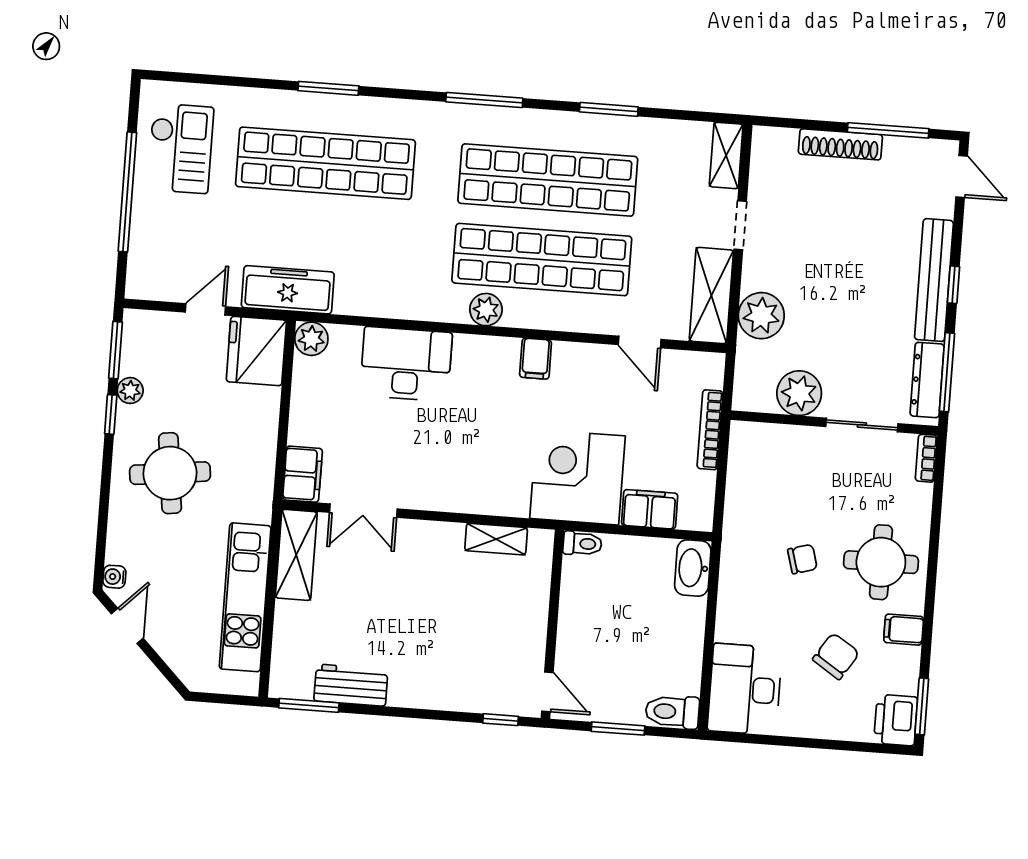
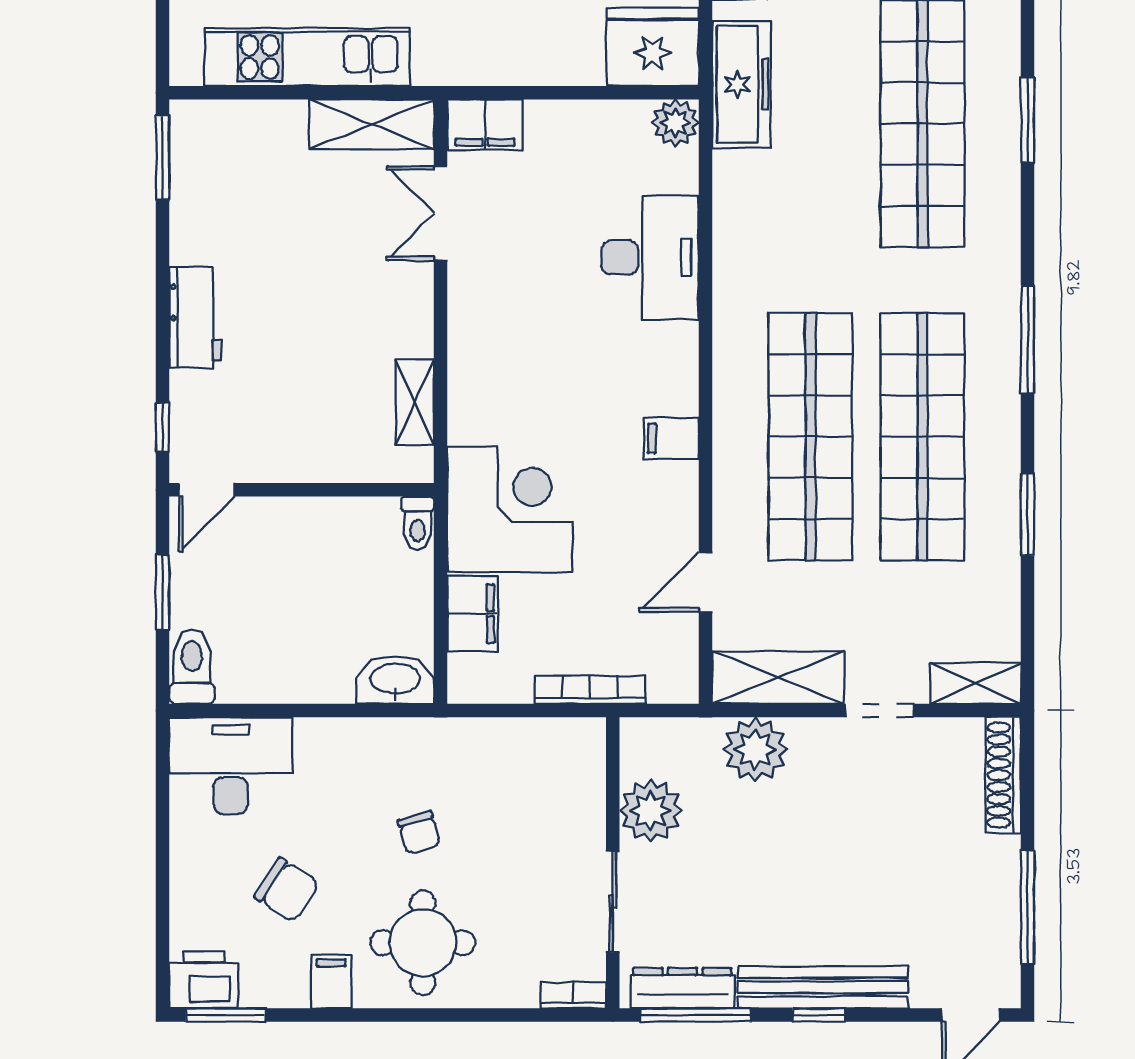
shoe rack: (840, 144) -> (1003, 775), moved
plant: (486, 310) -> (735, 364), removed
workbench: (351, 685) -> (195, 318), moved

